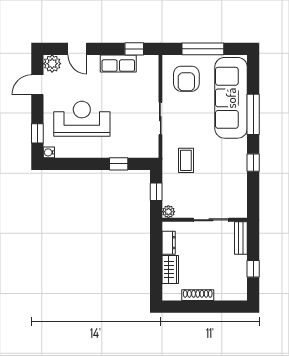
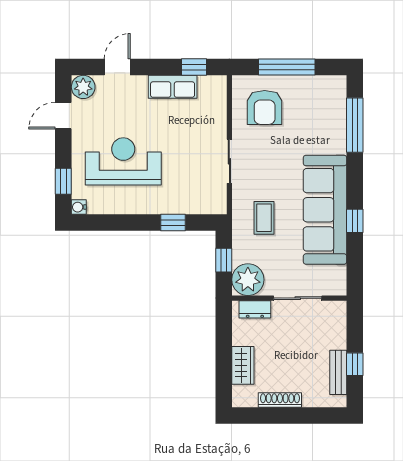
door: (77, 49) -> (117, 67), swing flipped
sofa: (231, 98) -> (325, 210), moved
window: (253, 114) -> (355, 125), moved
plant: (168, 212) -> (248, 280), width x1.87, depth x1.87
bench: (241, 238) -> (338, 372), moved
dresser: (169, 243) -> (255, 309), moved, turned 90

